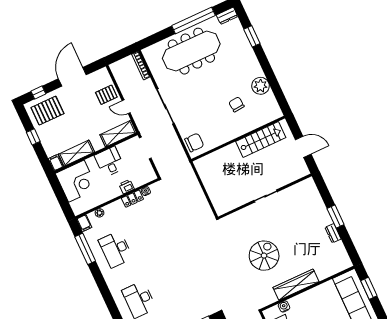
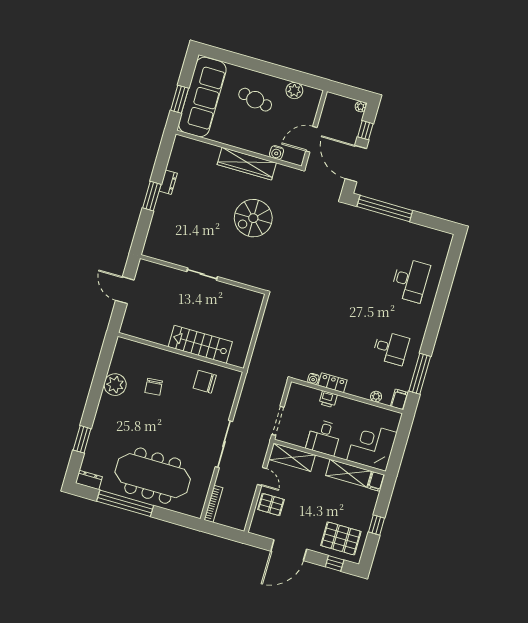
stairs: (261, 139) -> (200, 344), moved
chair: (194, 142) -> (205, 382), moved
desk: (116, 249) -> (391, 348), width x0.73

